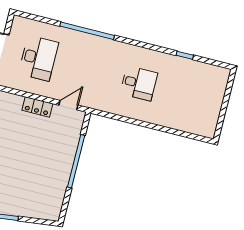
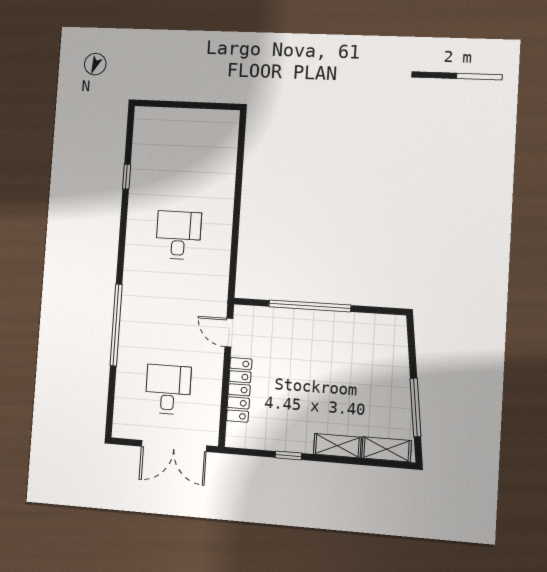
desk: (38, 58) -> (168, 389), width x0.73
locker: (37, 107) -> (239, 390), width x1.53

